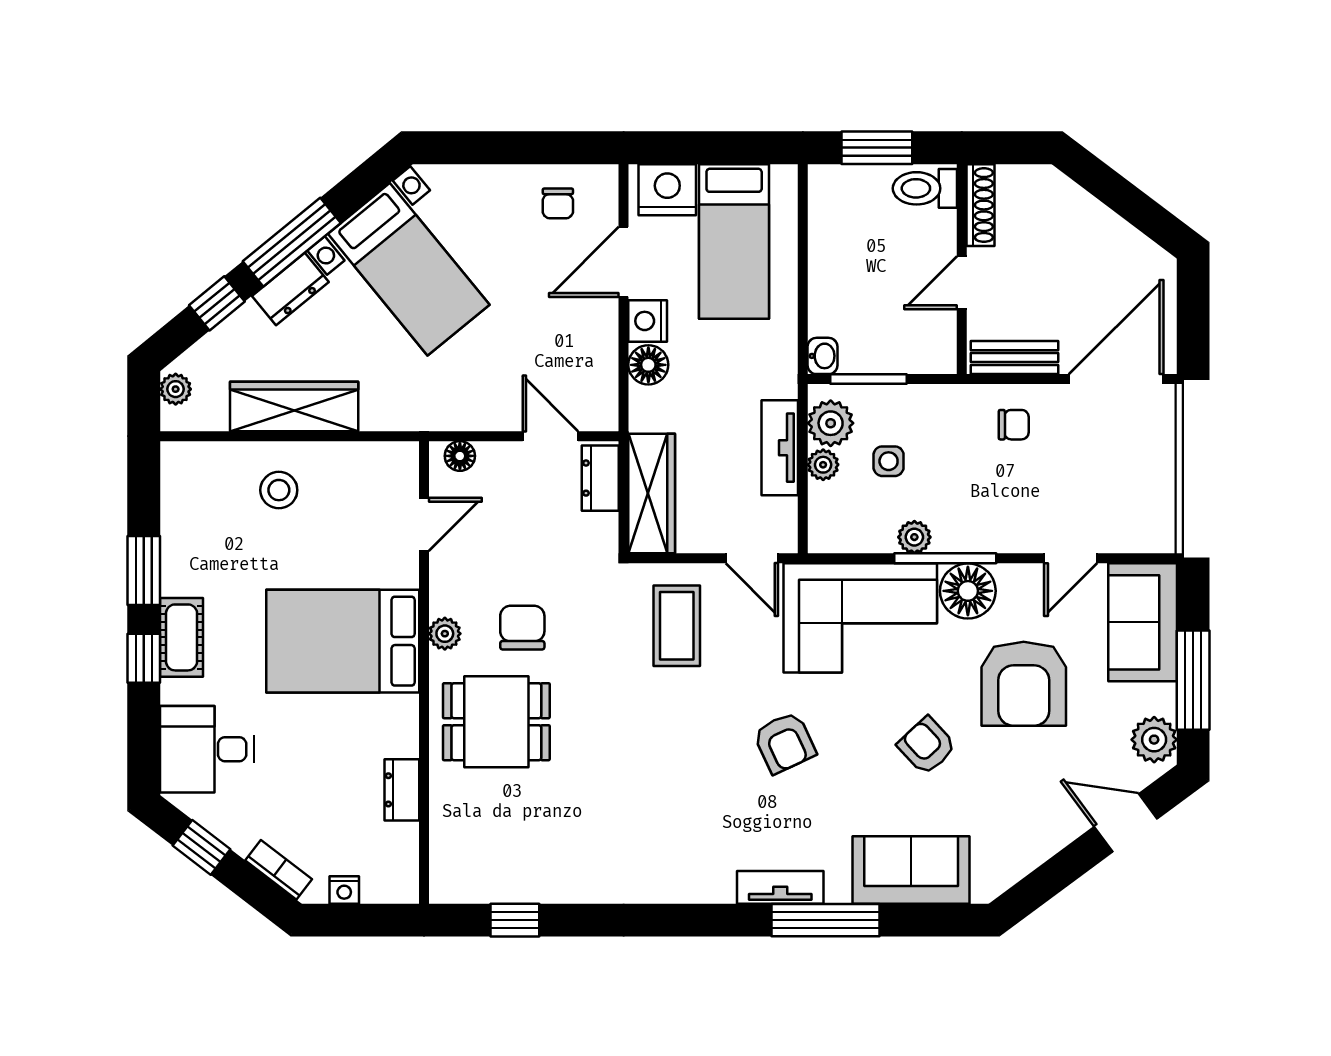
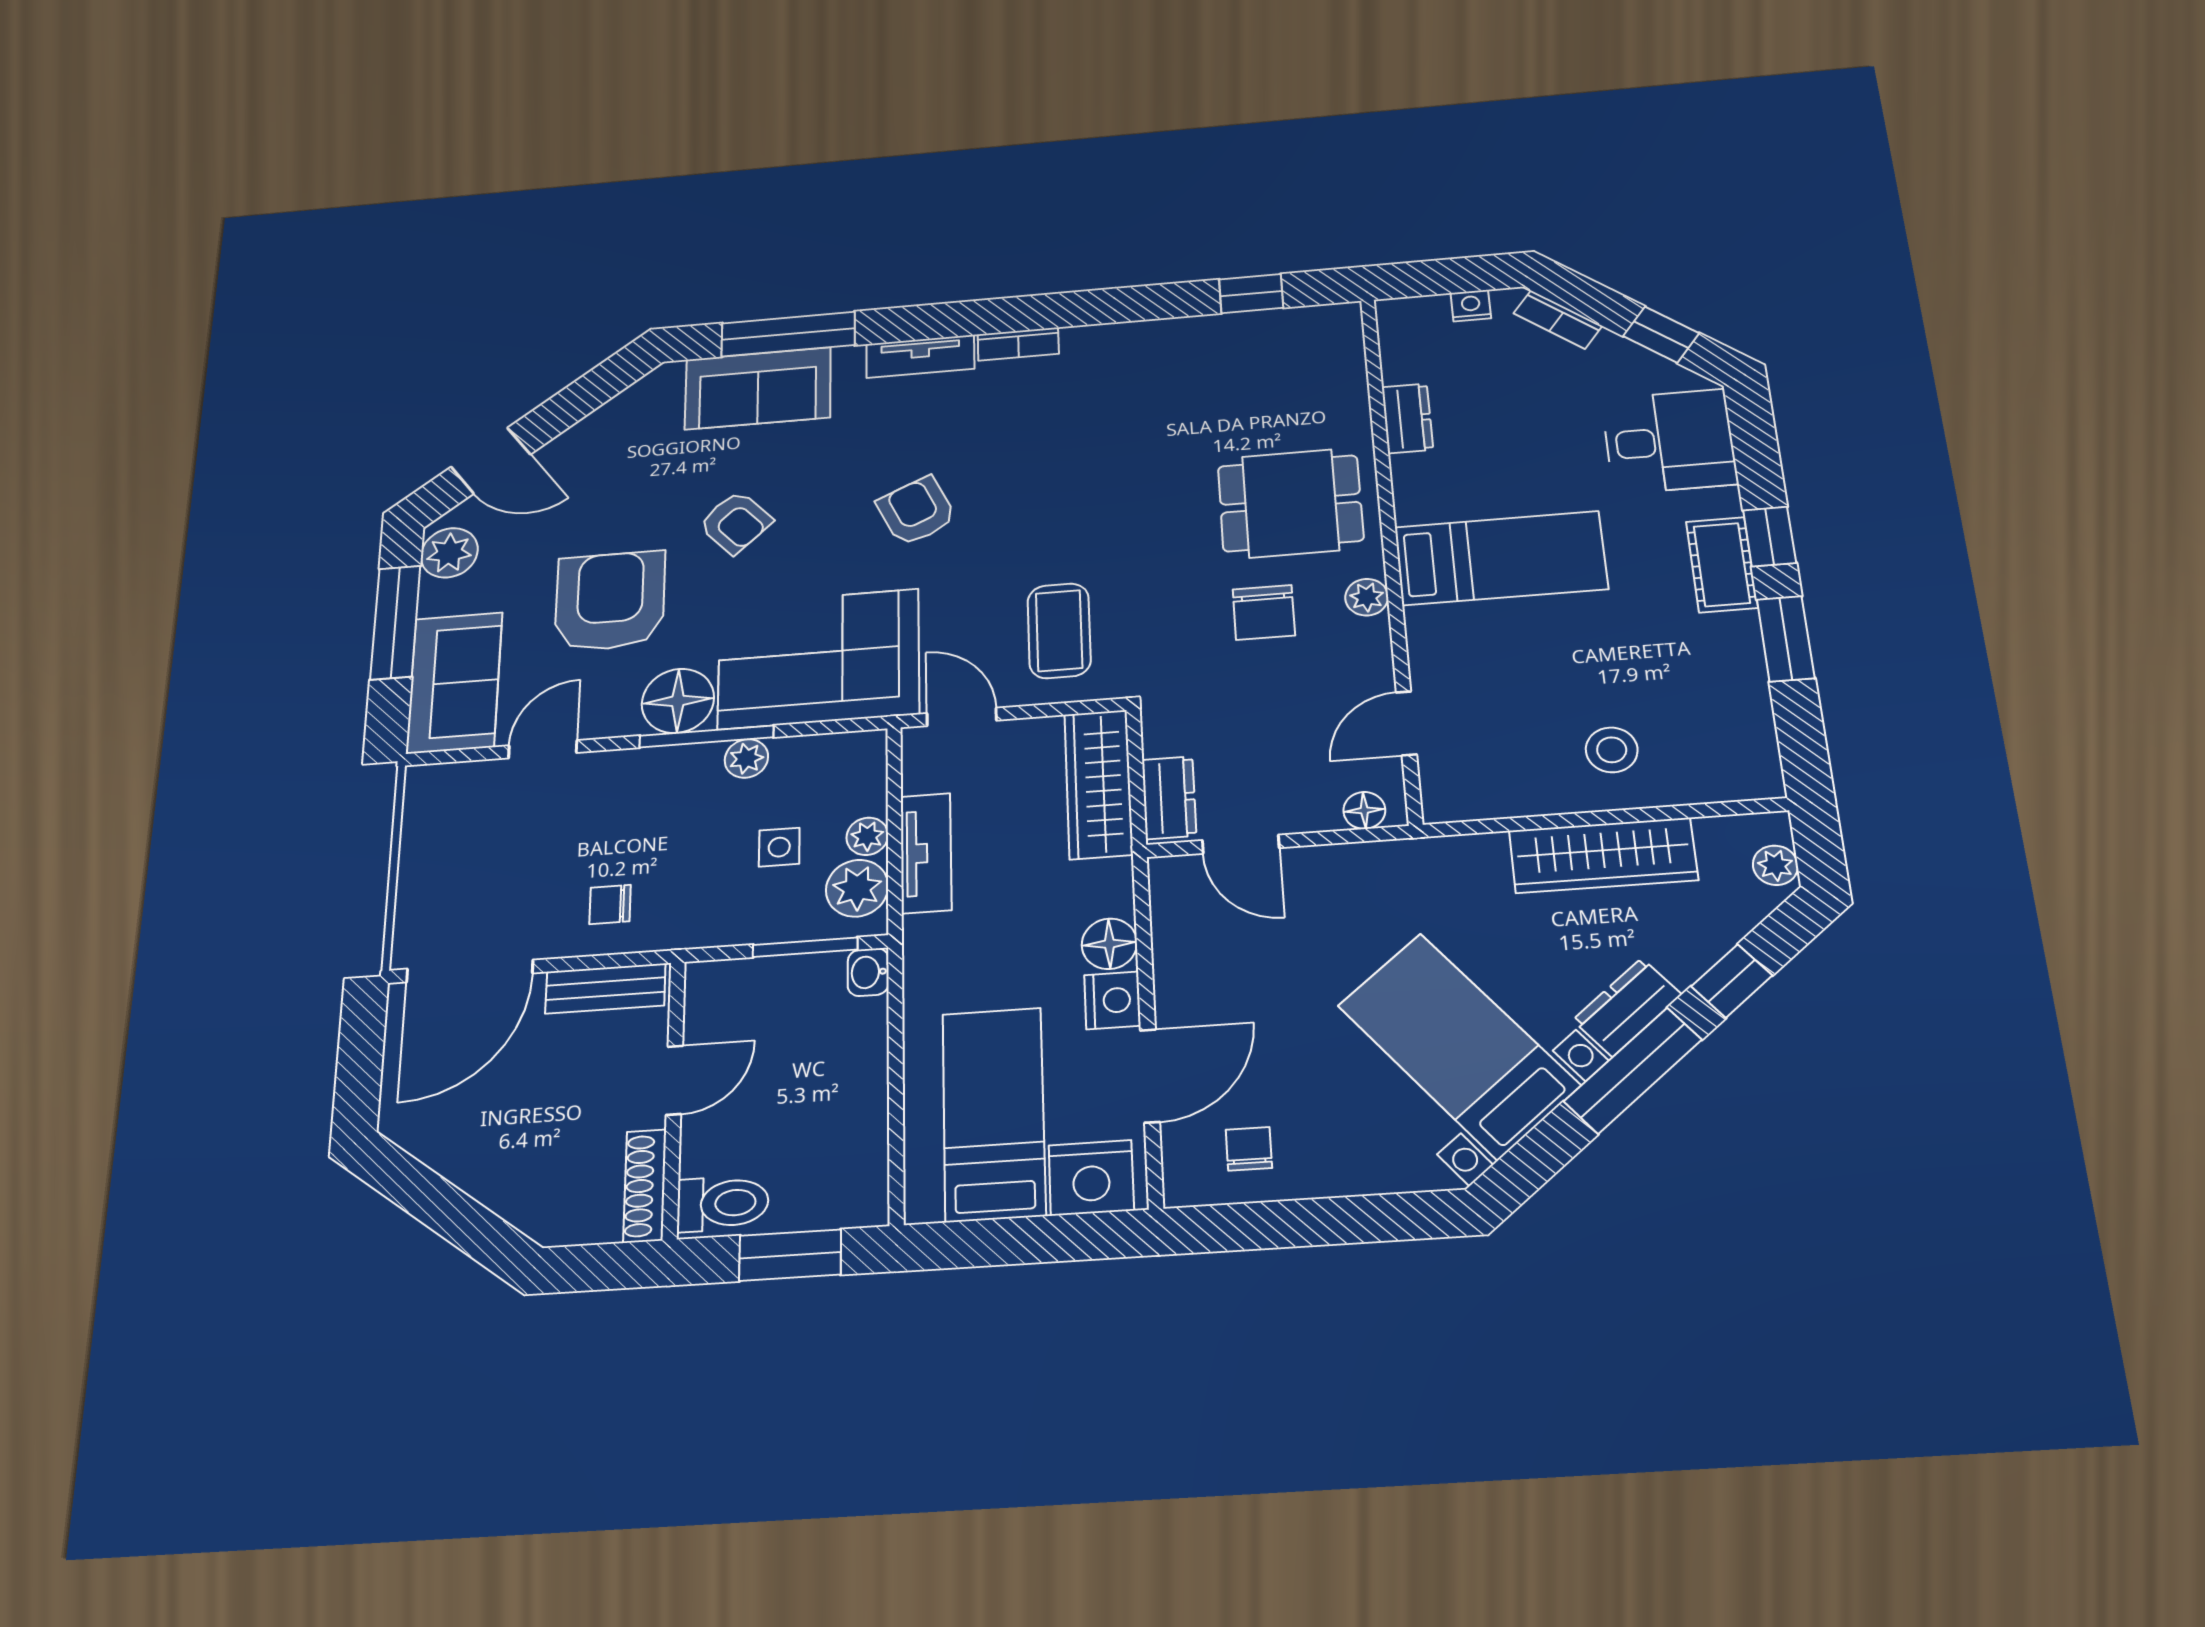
bed: (343, 641) -> (1501, 558), width x0.67
bookcase: (702, 891) -> (1018, 344), added
window: (826, 920) -> (788, 334), moved

